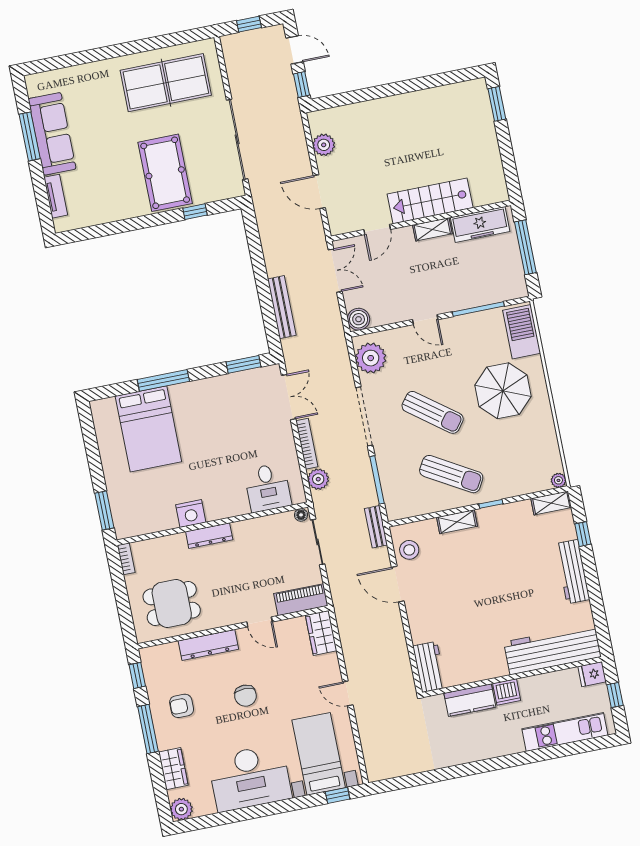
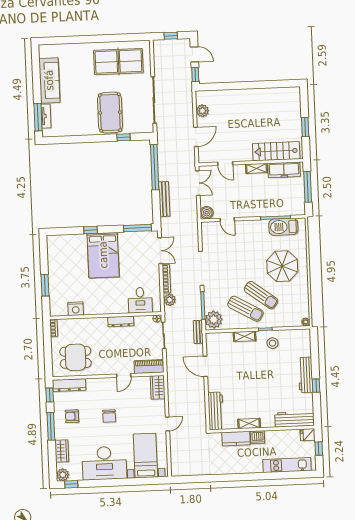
window: (497, 104) -> (305, 127), moved
window: (30, 136) -> (38, 117), moved
door: (319, 192) -> (196, 137), swing flipped
stairs: (430, 201) -> (276, 151), moved
door: (377, 230) -> (225, 164), hinge flipped
window: (257, 255) -> (155, 167), added
door: (425, 320) -> (227, 220), moved
barbecue: (522, 332) -> (283, 227), moved, turned -90
plant: (371, 358) -> (214, 320), moved
window: (243, 364) -> (137, 228), width x1.44
window: (163, 380) -> (91, 230), width x0.46
sun lounger: (433, 412) -> (261, 295), moved
bed: (148, 429) -> (103, 255), moved
shelving: (551, 503) -> (249, 424), moved
window: (104, 511) -> (45, 285), moved
nightstand: (191, 514) -> (76, 309), moved
window: (583, 534) -> (316, 386), moved
dresser: (209, 536) -> (121, 321), moved
stool: (409, 550) -> (273, 343), moved
door: (260, 622) -> (124, 376), hinge flipped
dresser: (208, 645) -> (69, 385), moved
workbench: (552, 649) -> (295, 419), width x0.73, depth x0.76
workbench: (429, 667) -> (216, 411), width x1.38
door: (348, 693) -> (167, 424), swing flipped
window: (338, 795) -> (71, 484), moved

